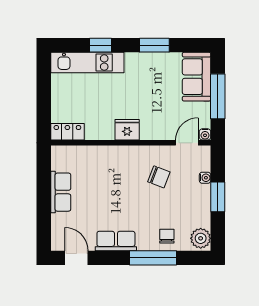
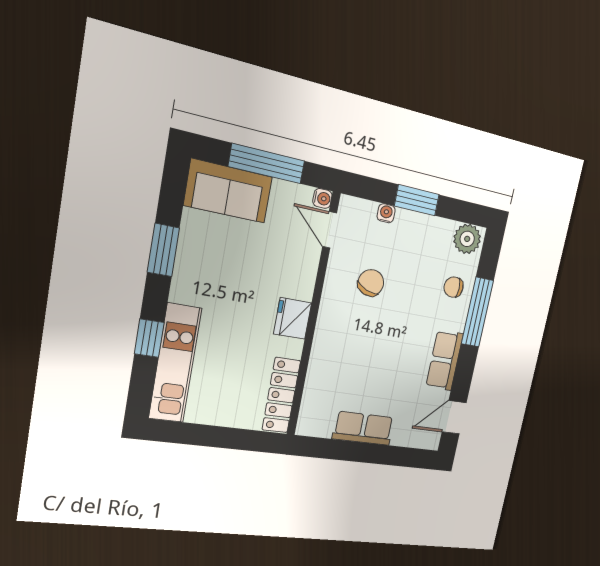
locker: (67, 132) -> (281, 395), width x1.53

